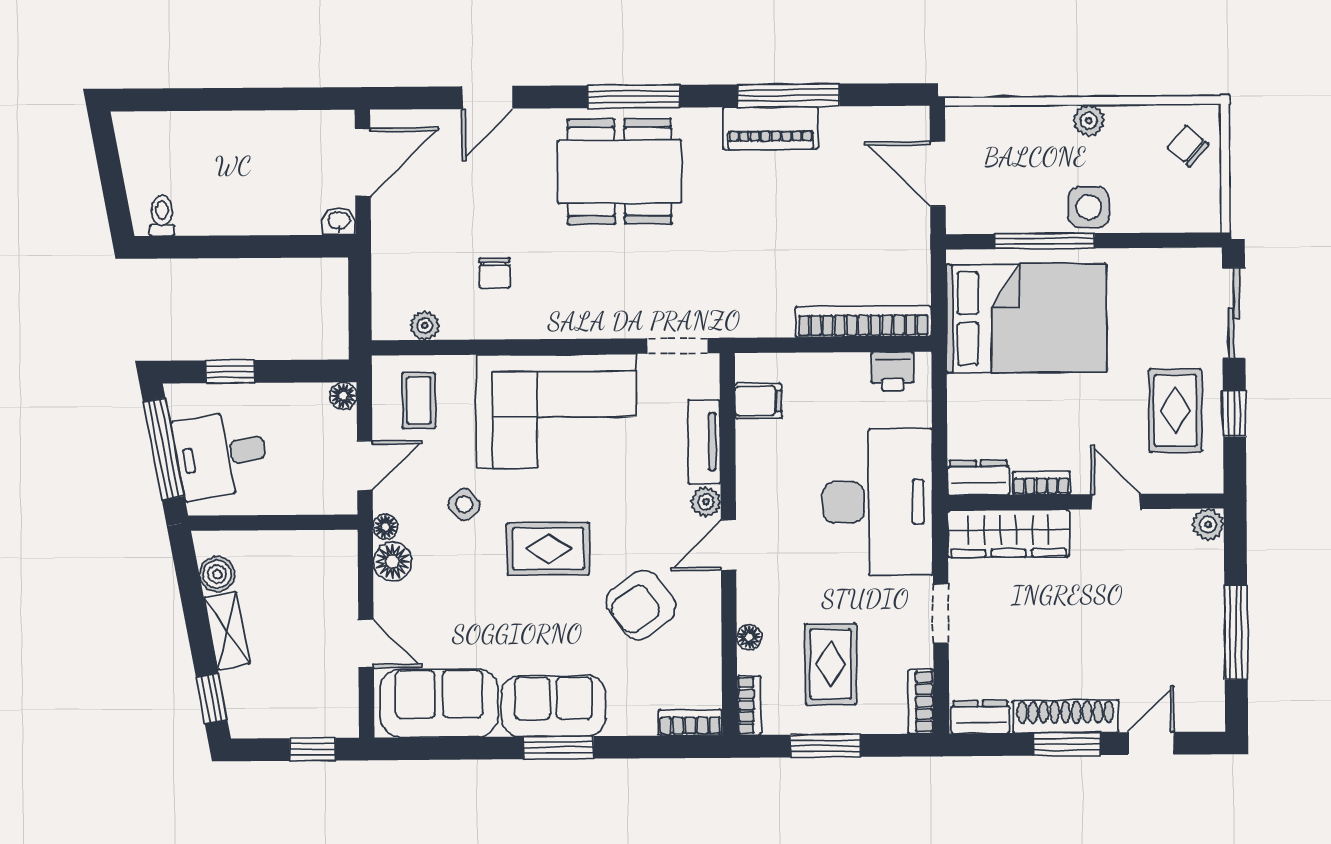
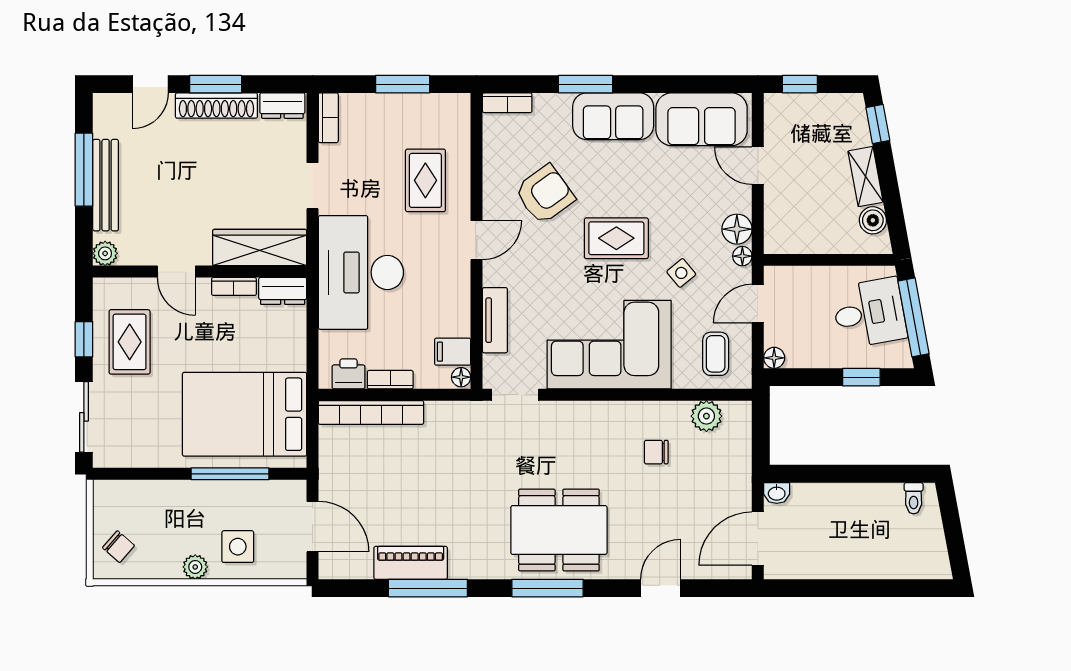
piano: (771, 128) -> (411, 563), moved
side table: (1089, 207) -> (238, 547), moved
chair: (495, 273) -> (656, 452), turned -90
plant: (425, 325) -> (706, 416), width x1.38, depth x1.38
plant: (706, 502) -> (494, 274), removed
bench: (1208, 613) -> (106, 185), added
floor lamp: (749, 637) -> (461, 377), moved
rug: (831, 664) -> (425, 180), moved
bookcase: (749, 705) -> (390, 380), moved, turned 90
window: (558, 748) -> (586, 84), moved

